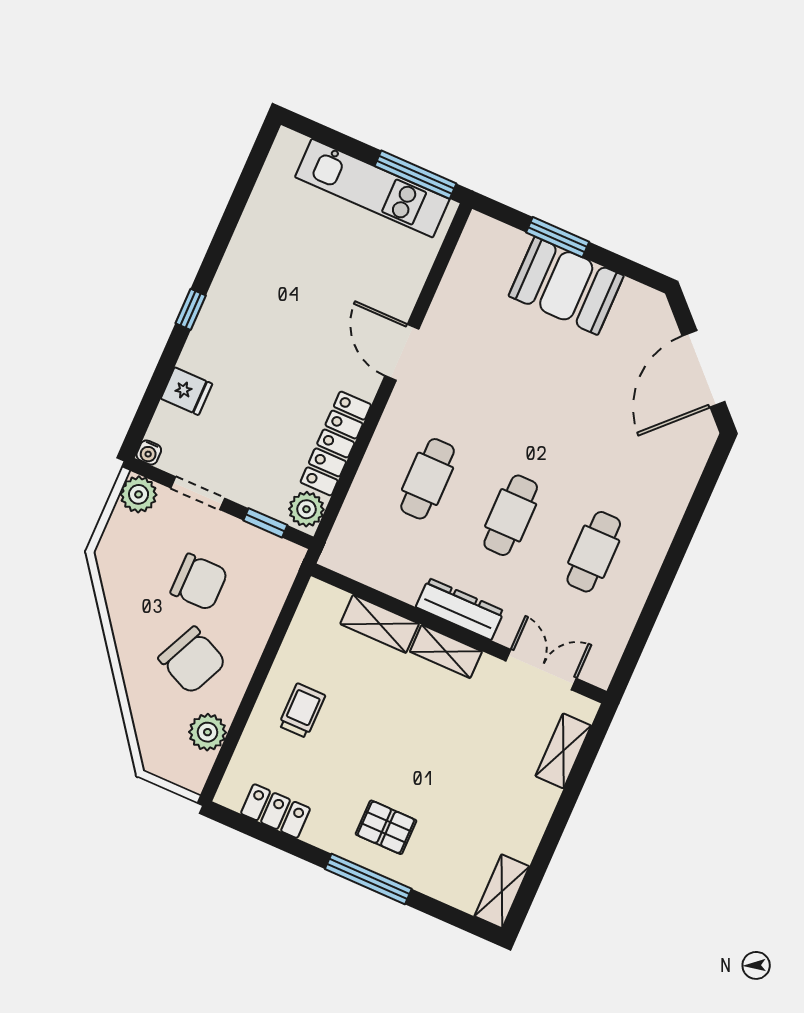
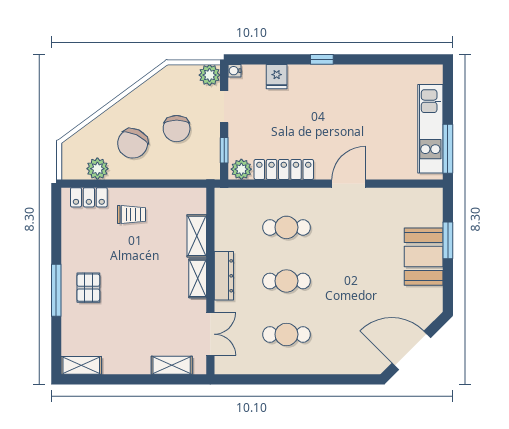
locker: (276, 811) -> (89, 197), moved, turned 90

